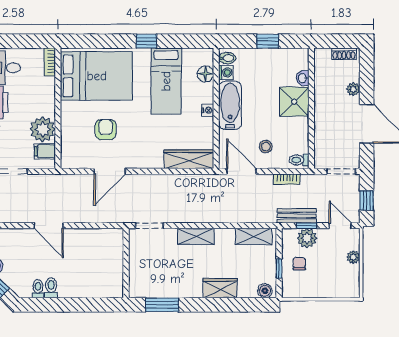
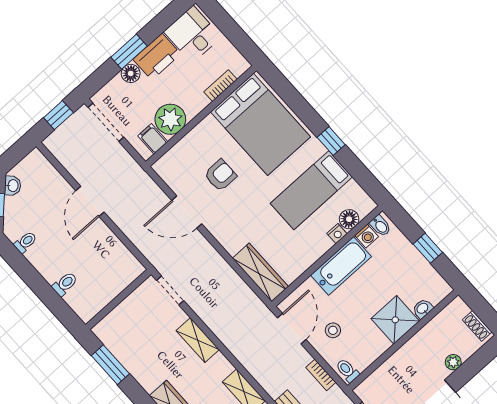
bookcase: (50, 62) -> (221, 86), moved
nightstand: (208, 110) -> (337, 234), moved
toilet: (51, 288) -> (65, 284), moved

